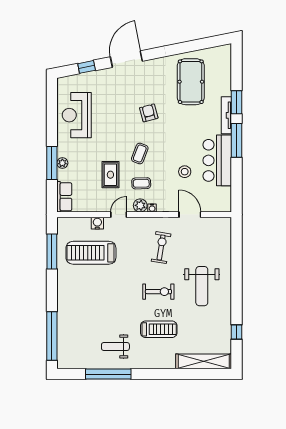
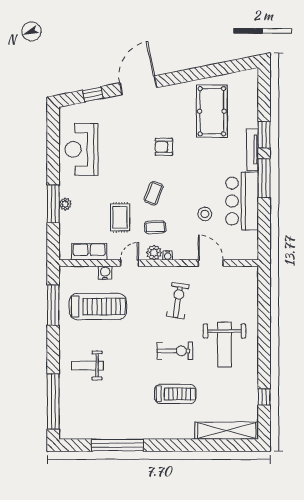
armchair: (149, 113) -> (164, 147), turned -75
row of seats: (64, 197) -> (89, 252), moved, turned -90
treadmill: (91, 253) -> (98, 307), turned 180
weight bench: (115, 346) -> (87, 366), moved

